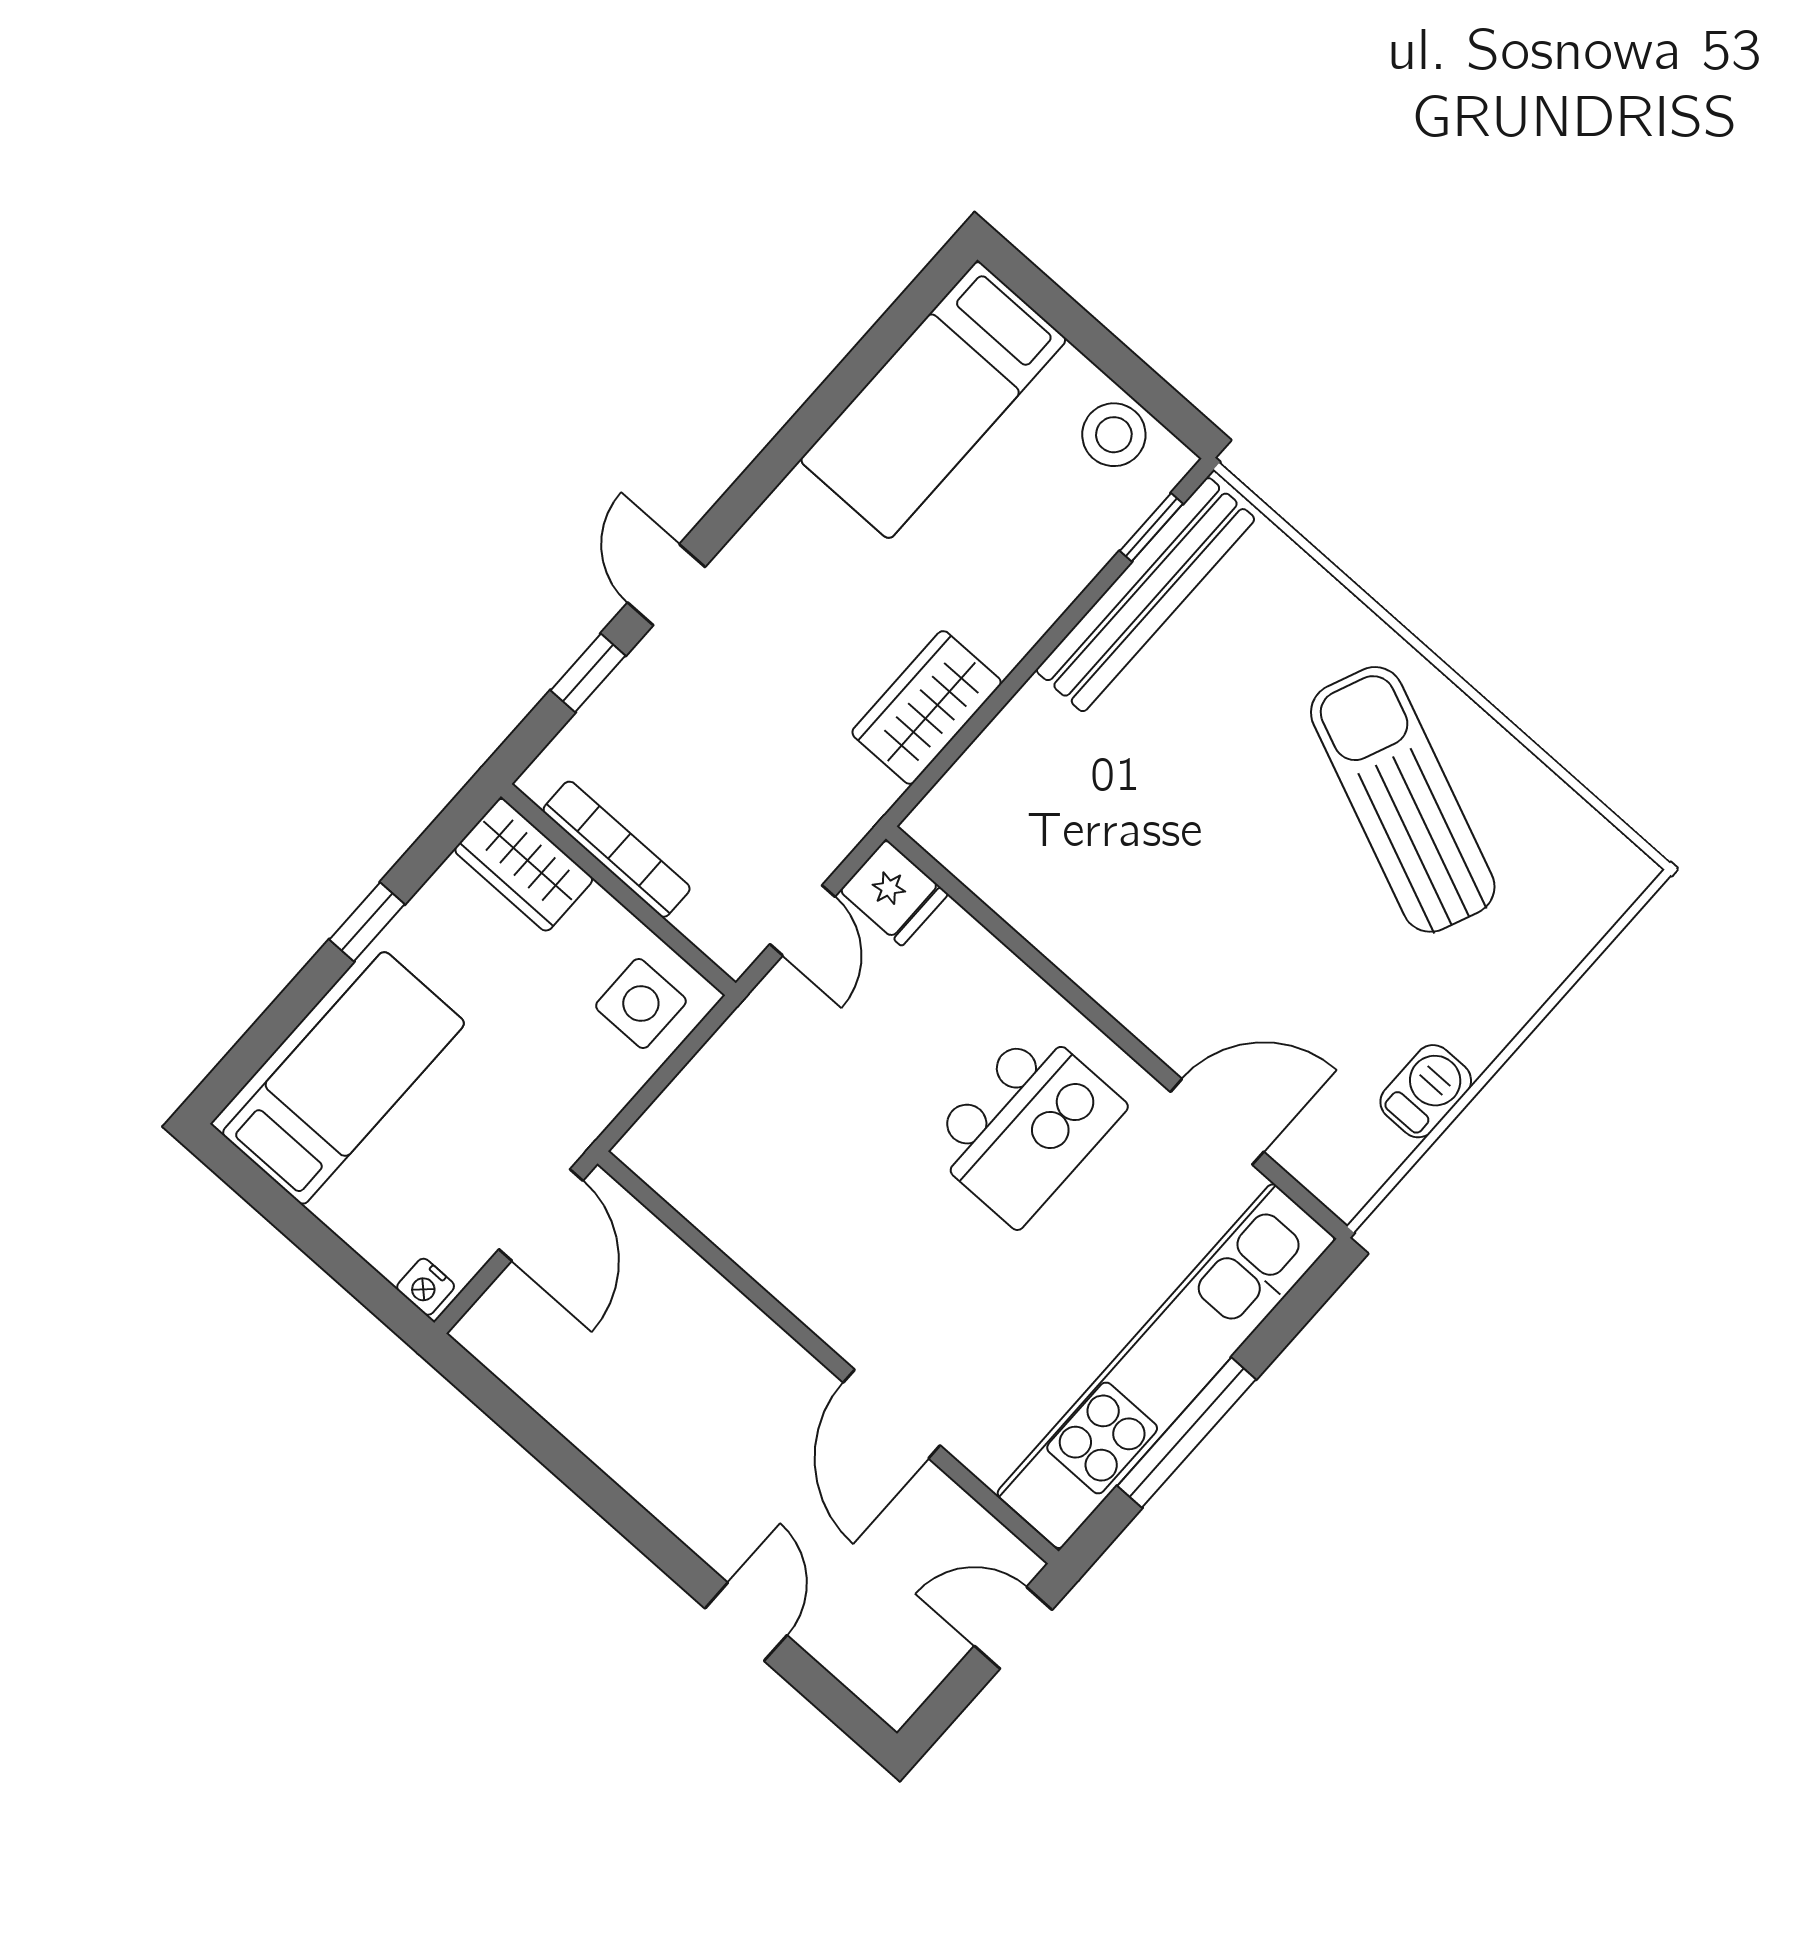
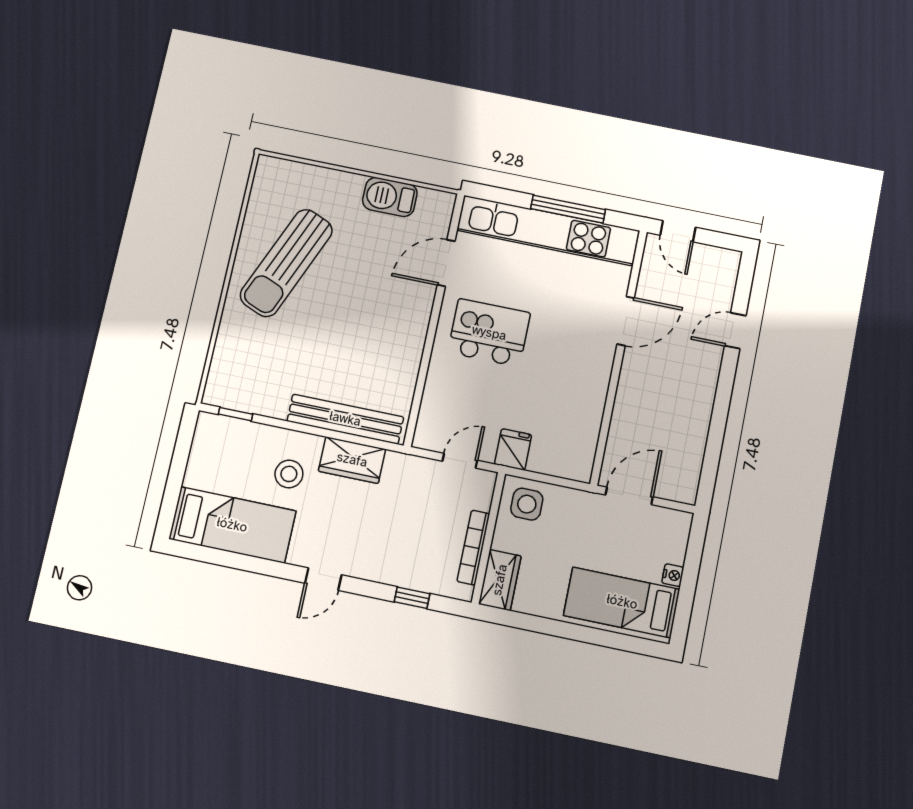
stool: (1114, 435) -> (289, 474), moved
door: (666, 585) -> (323, 579), moved
bench: (1145, 595) -> (345, 419), moved
fridge: (894, 893) -> (513, 449), moved
window: (367, 922) -> (557, 628), removed
barbecue: (1426, 1091) -> (390, 197), width x1.38, depth x1.27
door: (1217, 1122) -> (446, 263), hinge flipped
nightstand: (426, 1287) -> (673, 575), moved

